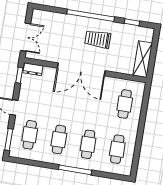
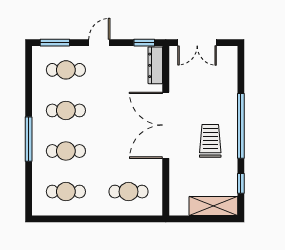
shelving: (143, 59) -> (213, 206), moved
dresser: (33, 69) -> (155, 65), width x1.44

